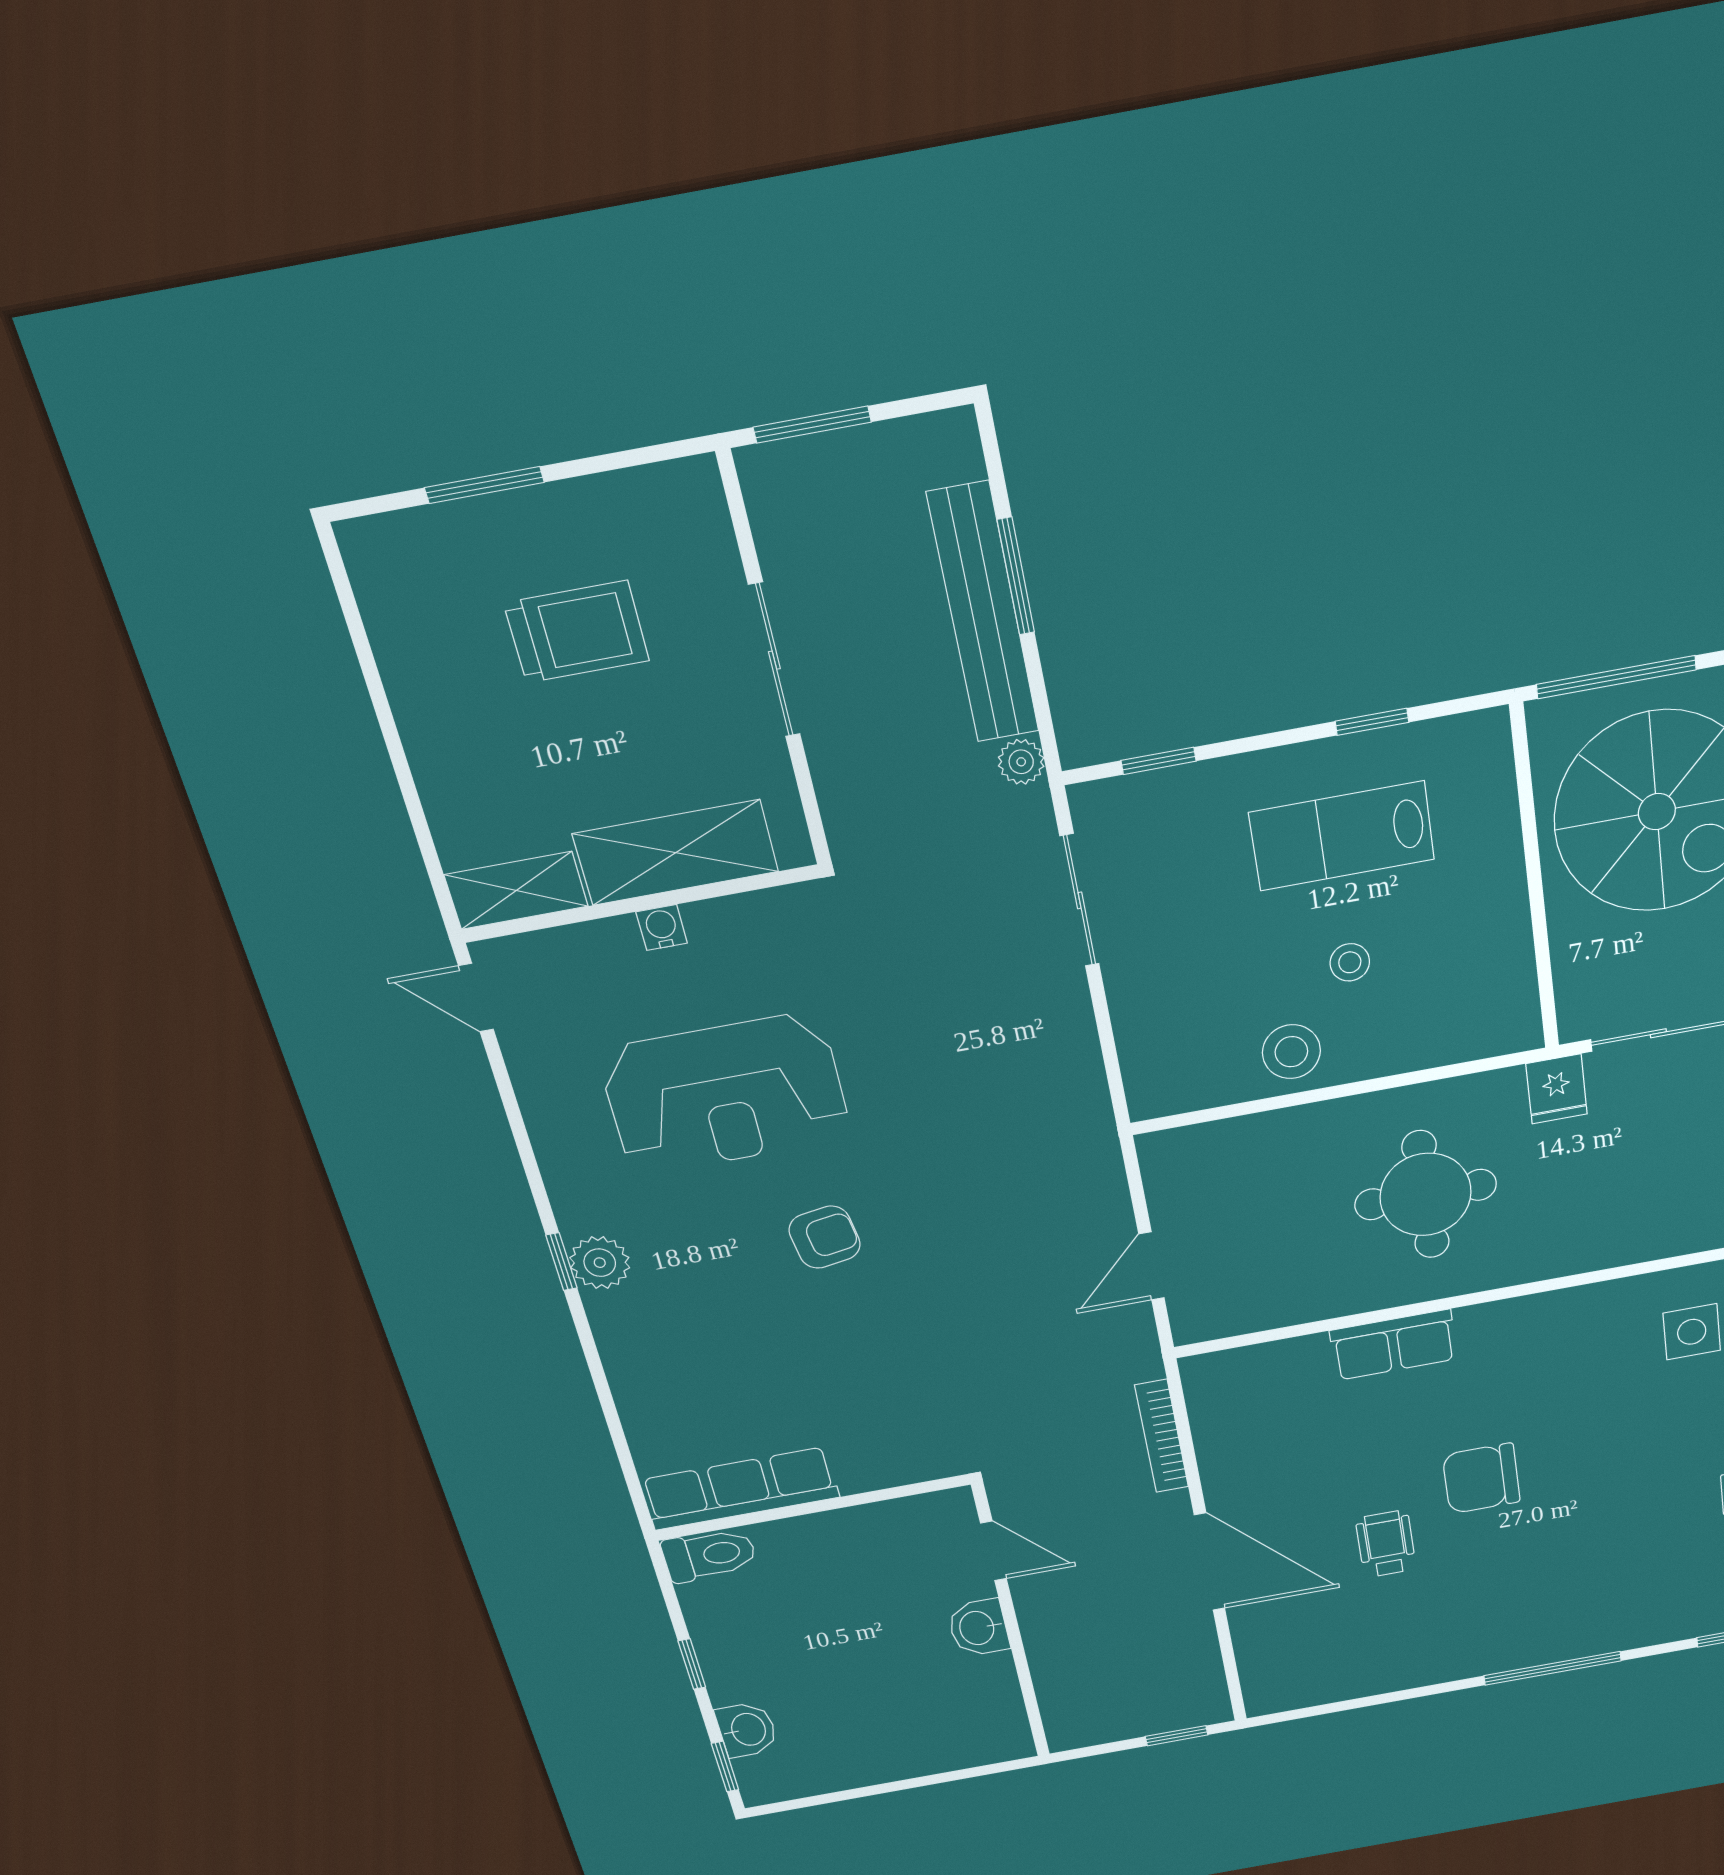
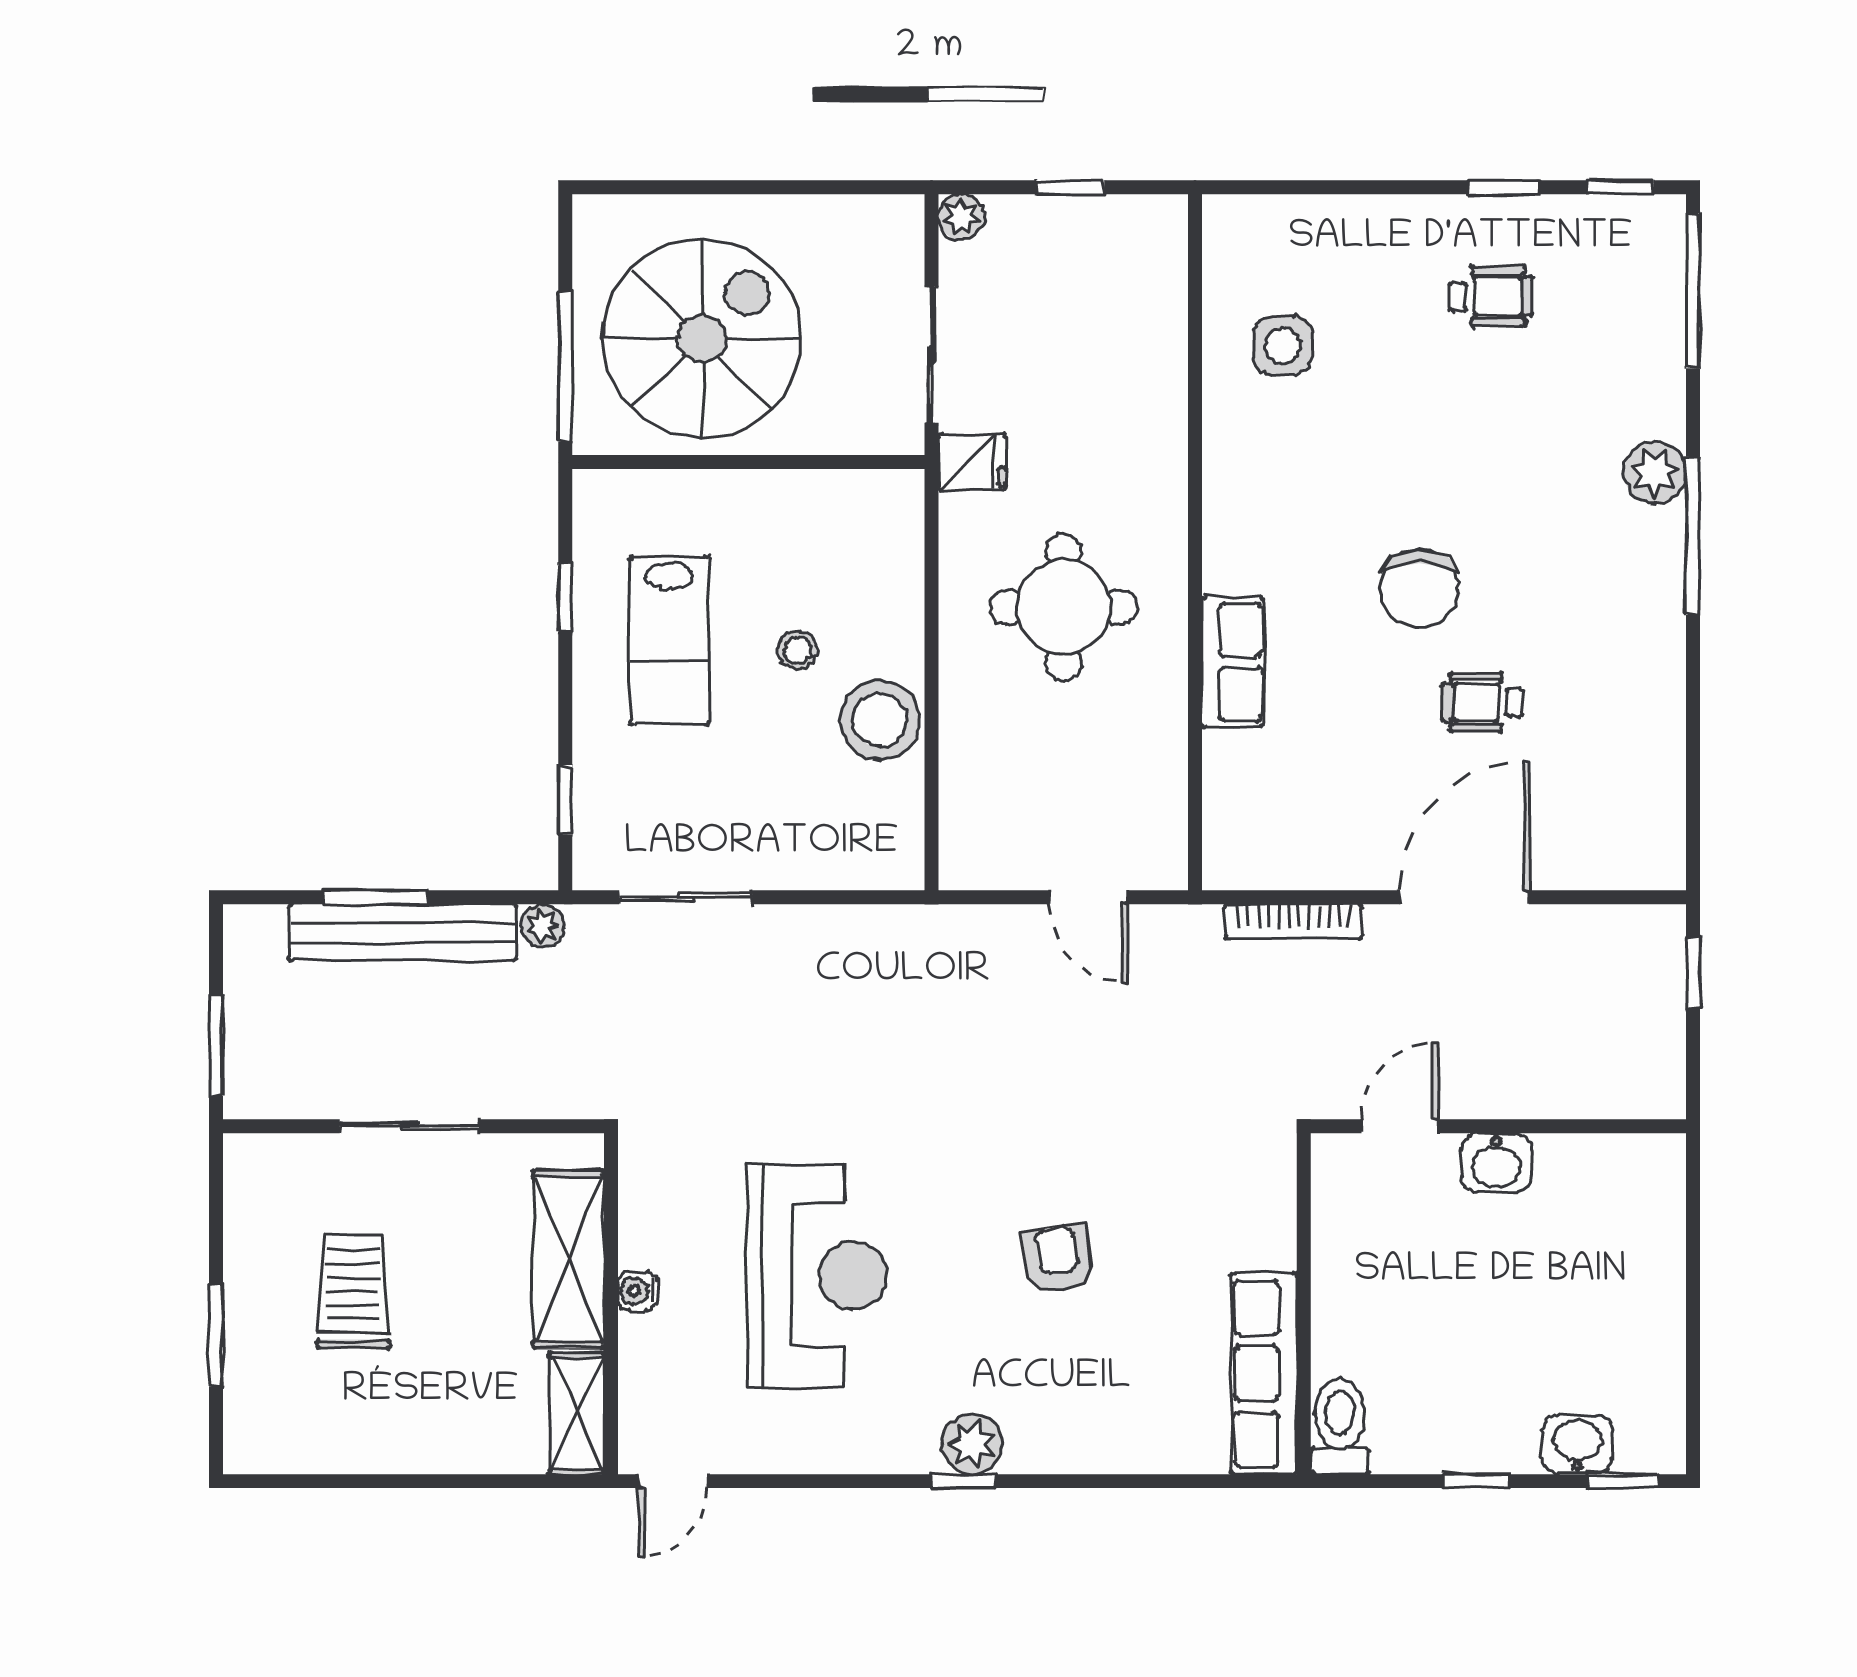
stool: (1291, 1052) -> (880, 720), width x1.38, depth x1.38
armchair: (825, 1237) -> (1058, 1259), moved
plant: (1604, 1632) -> (1655, 473), added

